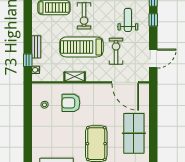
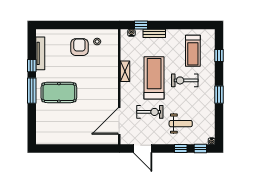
armchair: (71, 103) -> (79, 47), moved
table tennis table: (134, 133) -> (69, 129), removed

